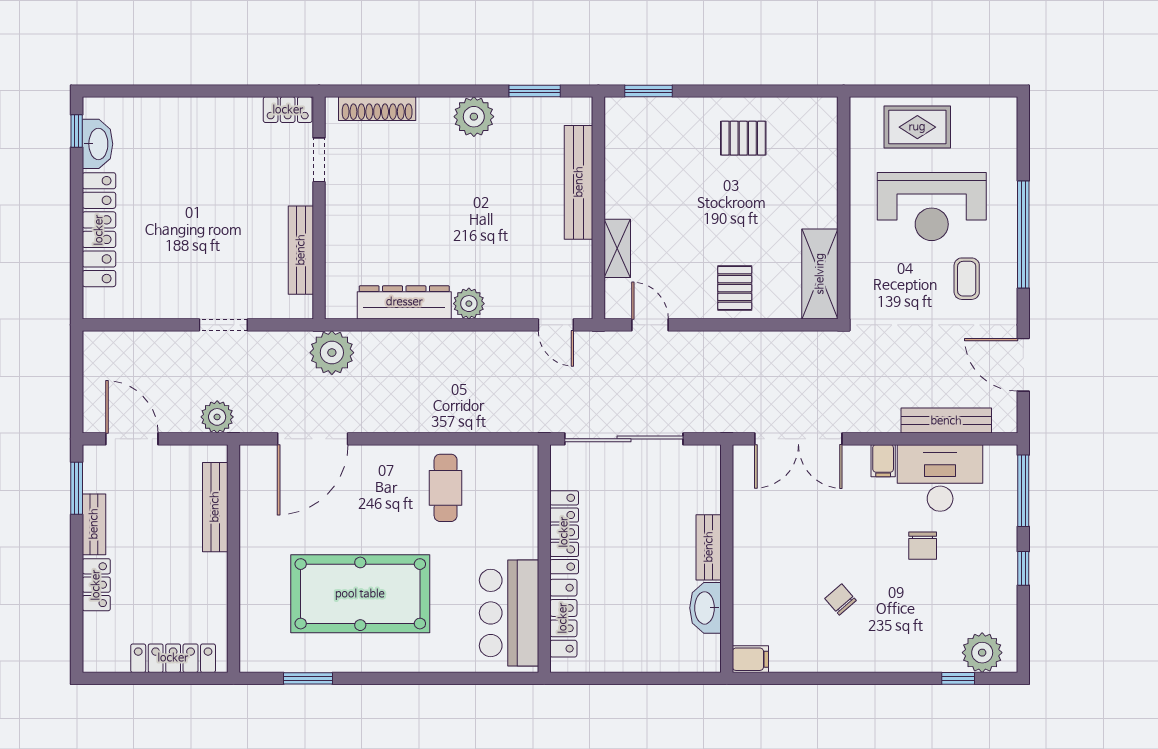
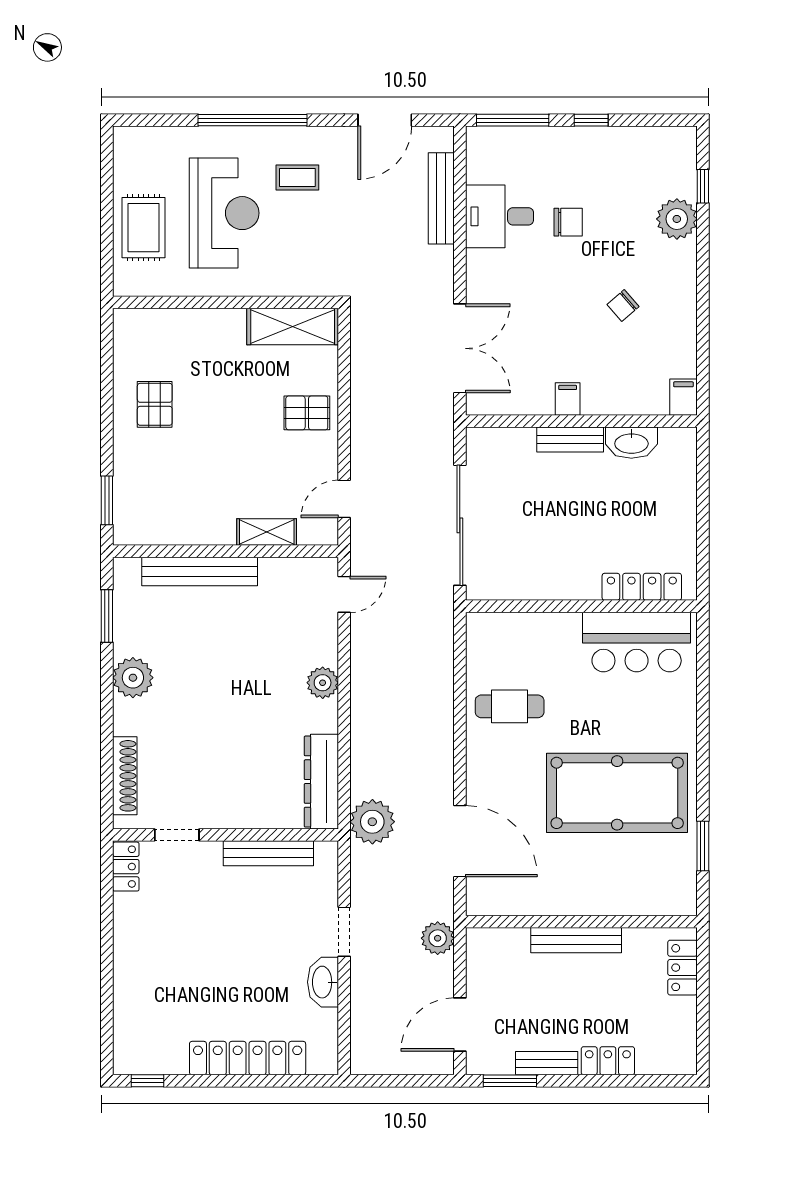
washbasin: (97, 144) -> (323, 982), moved, turned -90
dresser: (404, 302) -> (321, 782), moved
filing cabinet: (883, 461) -> (568, 399), moved, turned -90
desk: (940, 478) -> (500, 216), width x0.73
bench: (215, 507) -> (576, 940), moved
locker: (564, 532) -> (555, 586), removed
pool table: (360, 594) -> (617, 793), turned 90
plant: (982, 653) -> (677, 219), moved
locker: (173, 658) -> (682, 968), width x0.66

